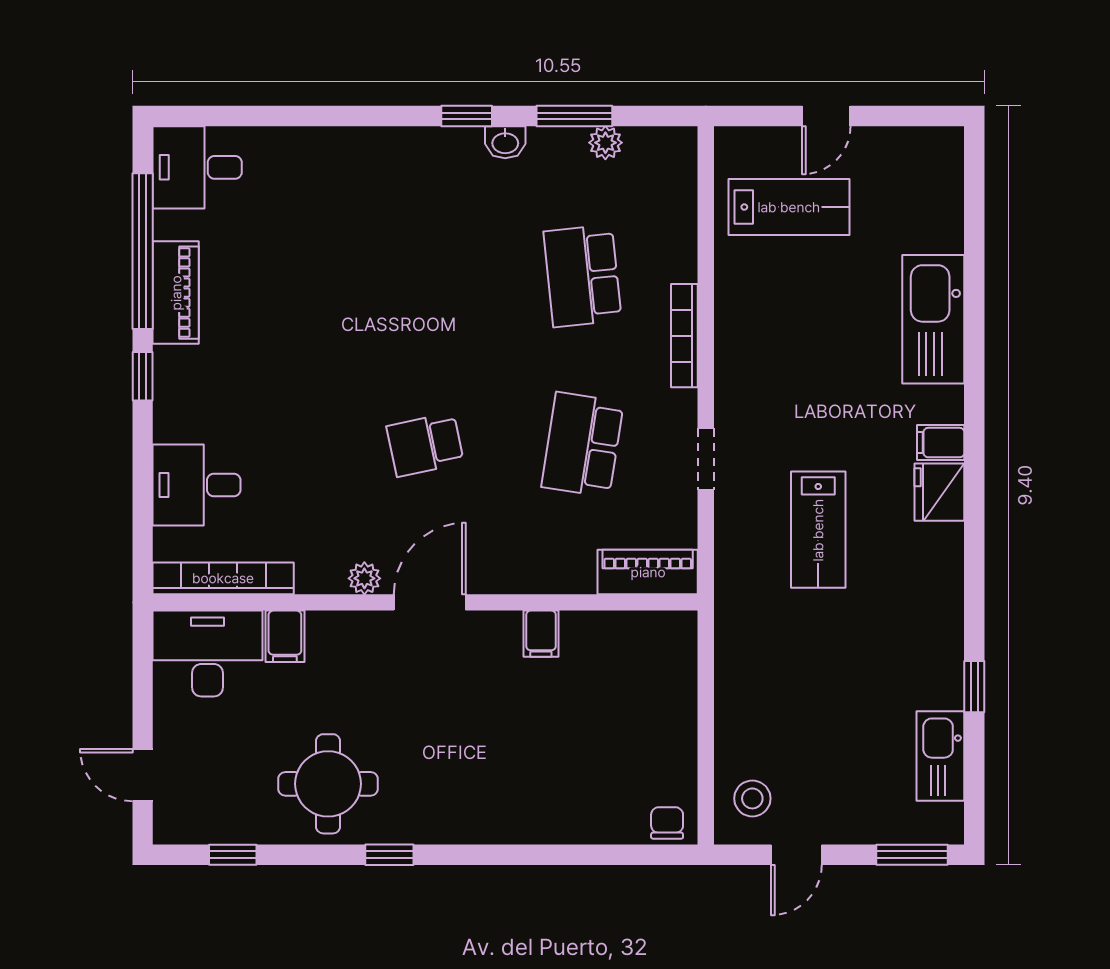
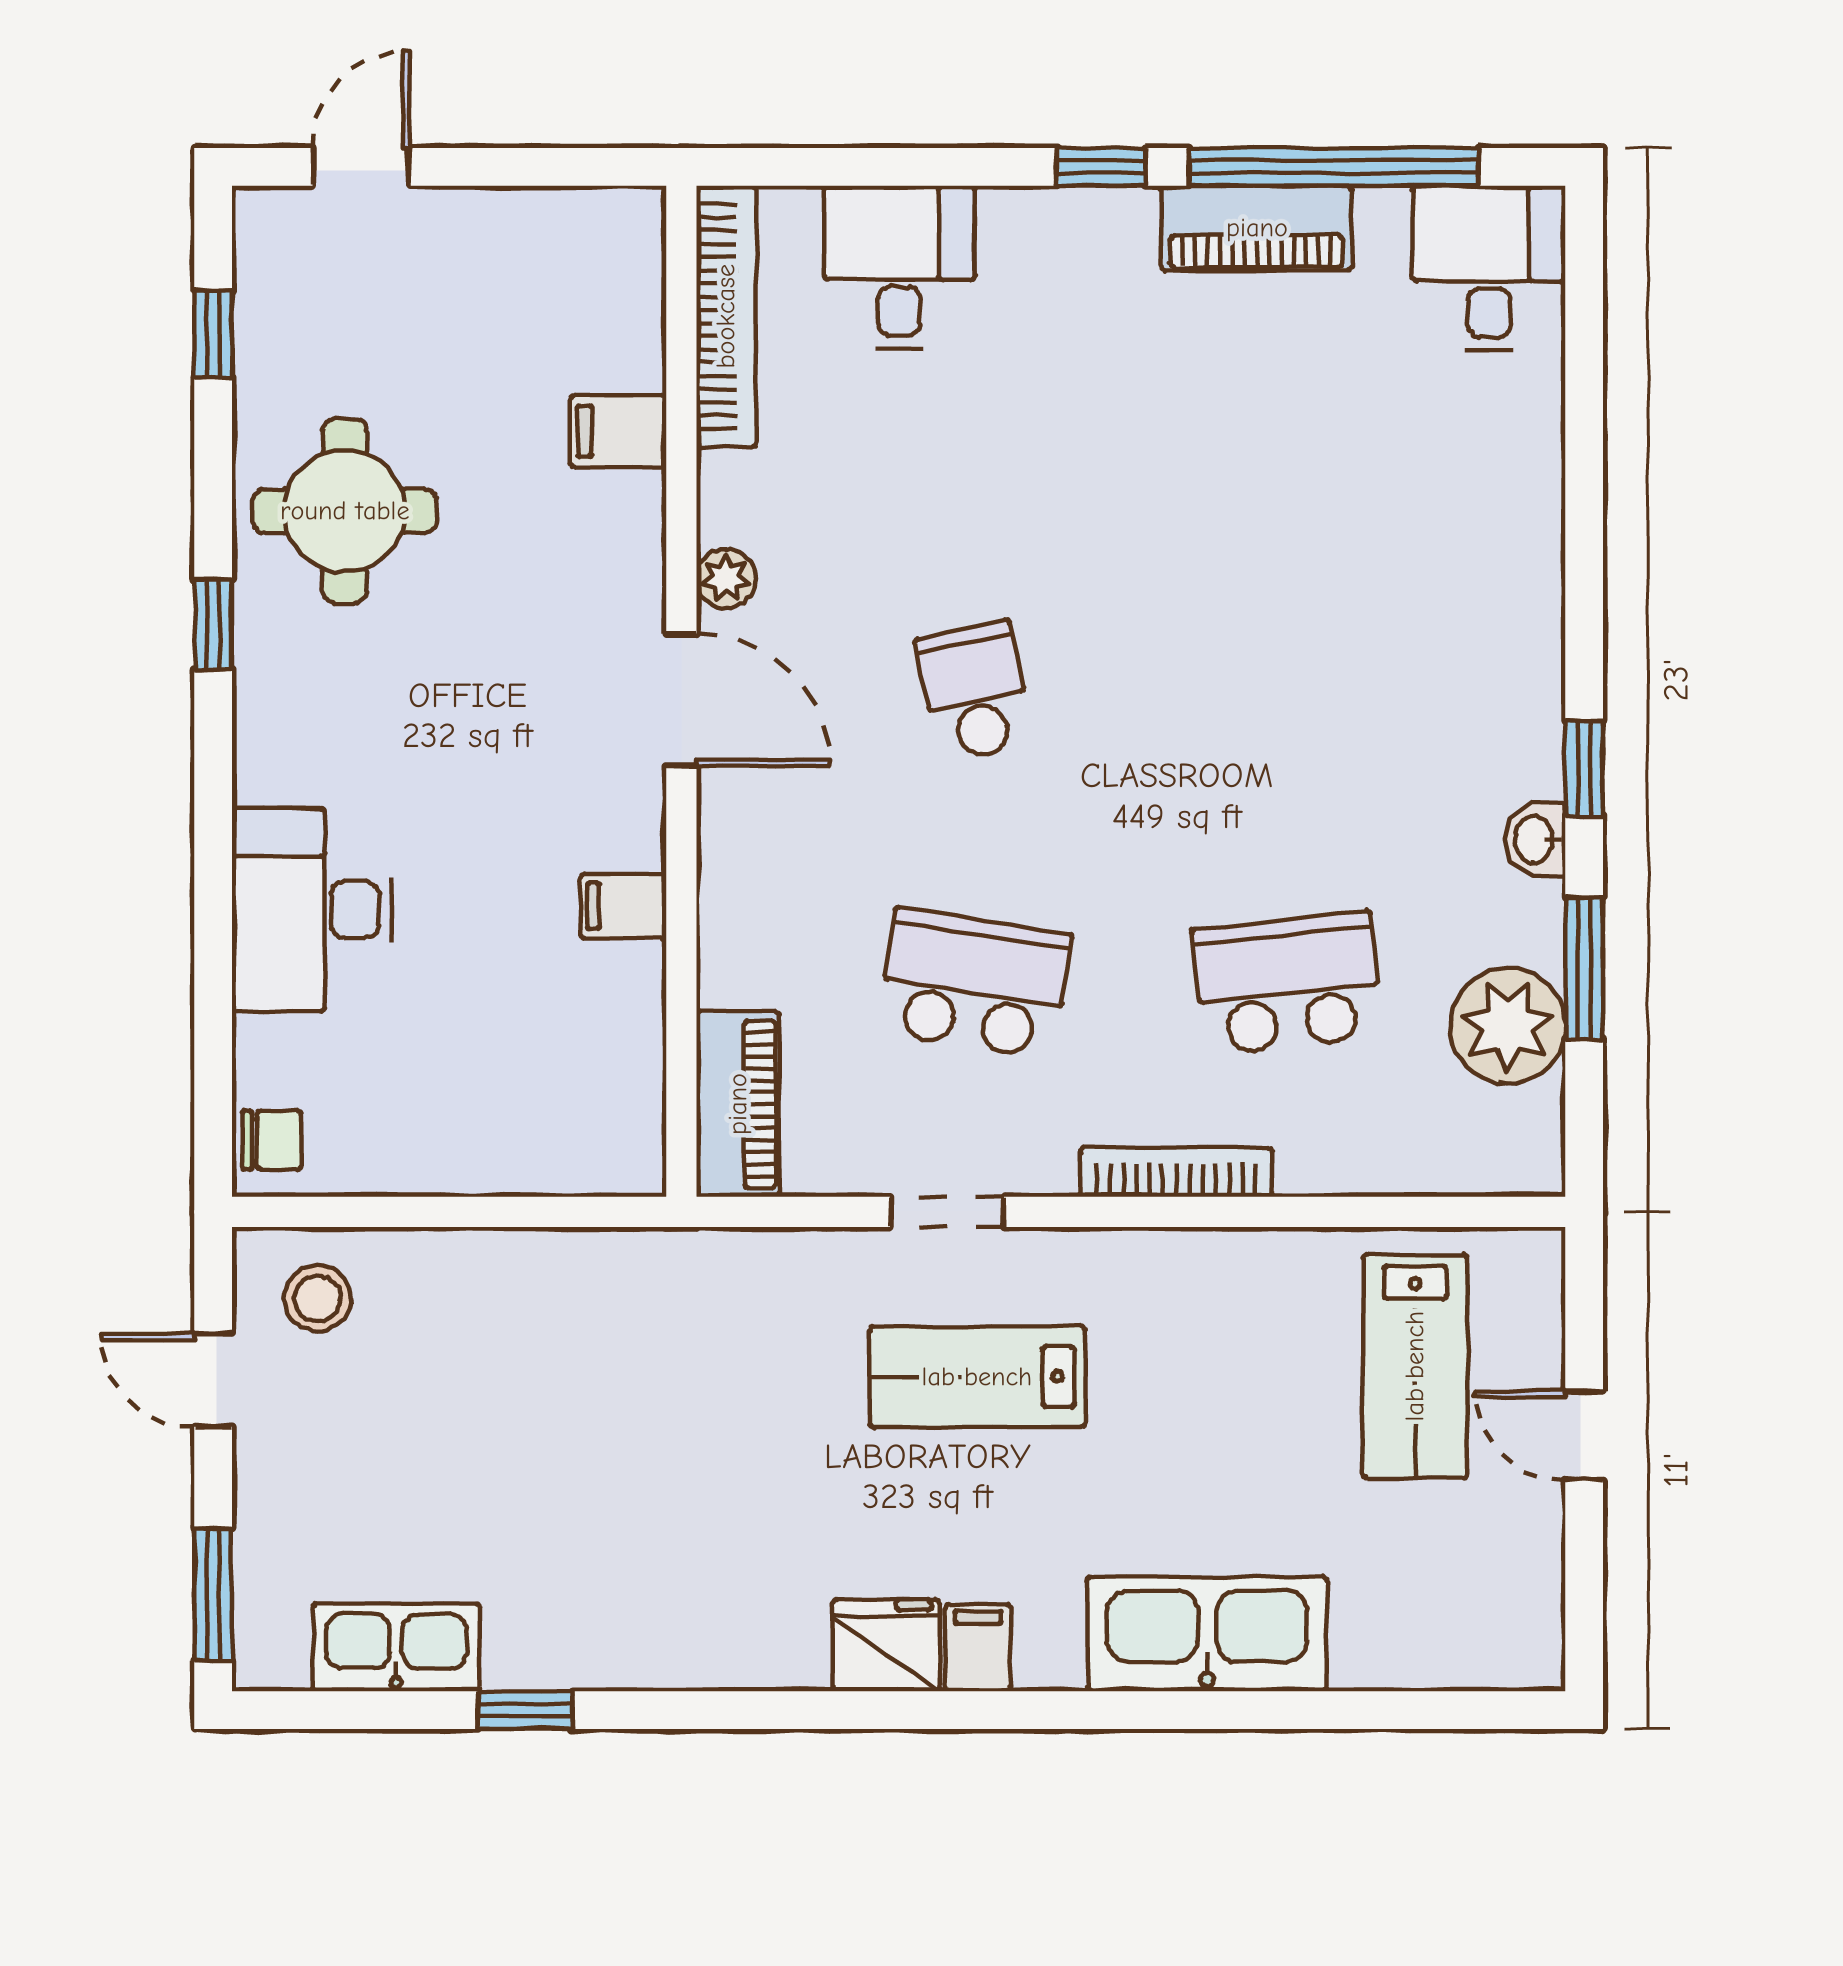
plant: (605, 143) -> (1508, 1026), width x1.88, depth x1.88
lab bench: (818, 530) -> (977, 1377), moved
desk: (208, 654) -> (312, 910), moved, turned 180

